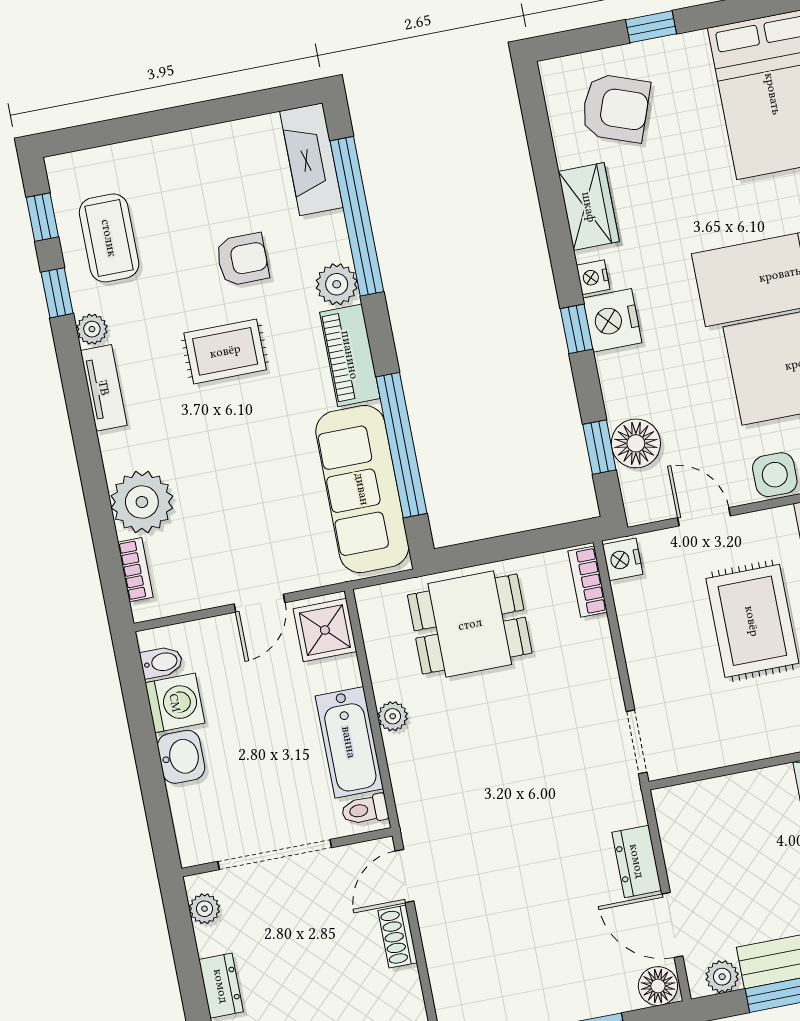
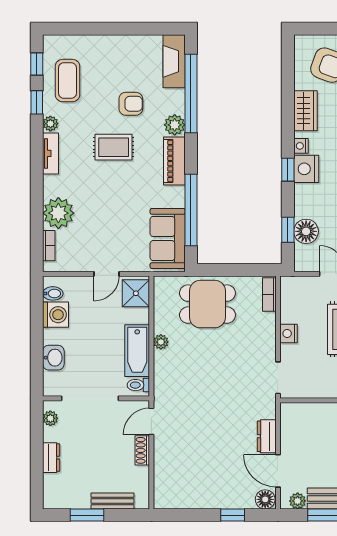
sofa: (362, 489) -> (168, 239), width x0.73
nightstand: (623, 559) -> (289, 334), moved
washbasin: (181, 757) -> (53, 358), moved

